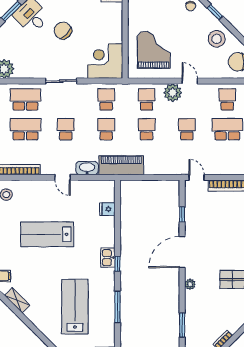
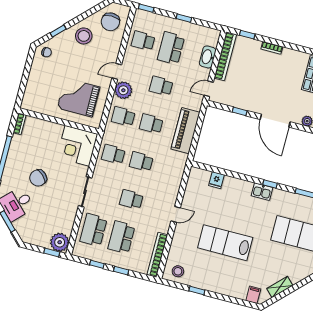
piano: (121, 165) -> (185, 131), moved
washbasin: (87, 168) -> (208, 57), moved
lab bench: (47, 234) -> (225, 243), turned 90

